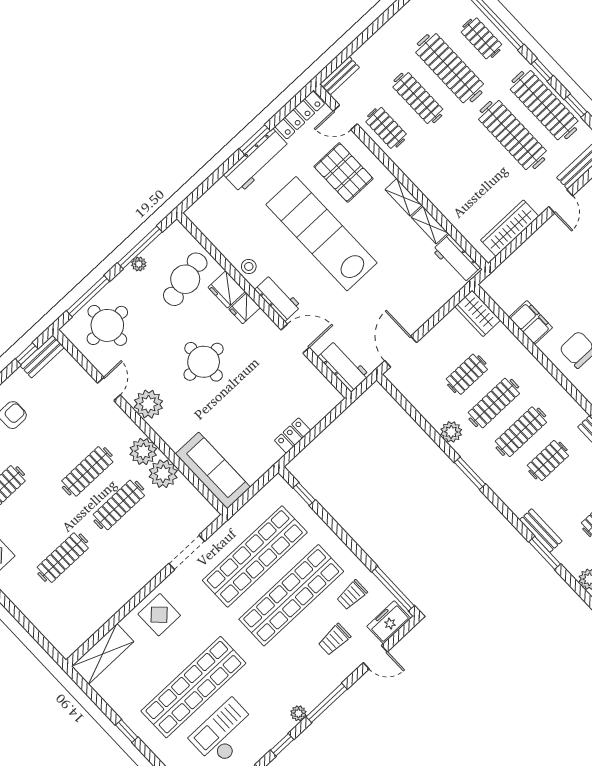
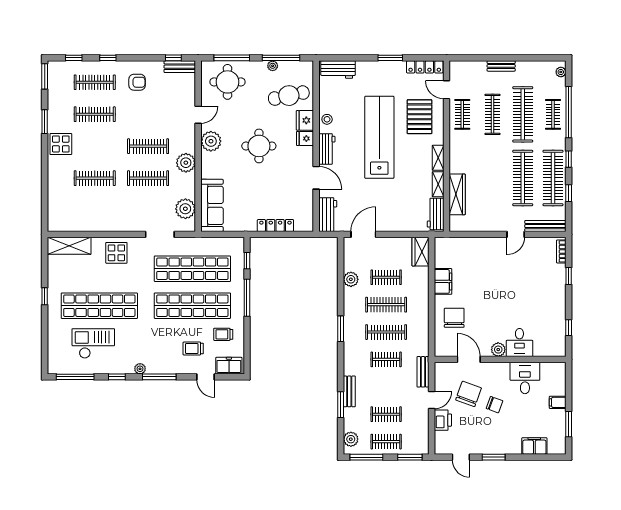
bench: (340, 76) -> (501, 66), moved
workbench: (257, 161) -> (338, 70), moved, width x0.73
wardrobe: (510, 228) -> (457, 194), moved, turned 90
plant: (451, 432) -> (351, 279), moved
locker: (293, 435) -> (275, 225), width x1.53
plant: (163, 474) -> (185, 209), moved
window: (393, 589) -> (247, 298), moved

